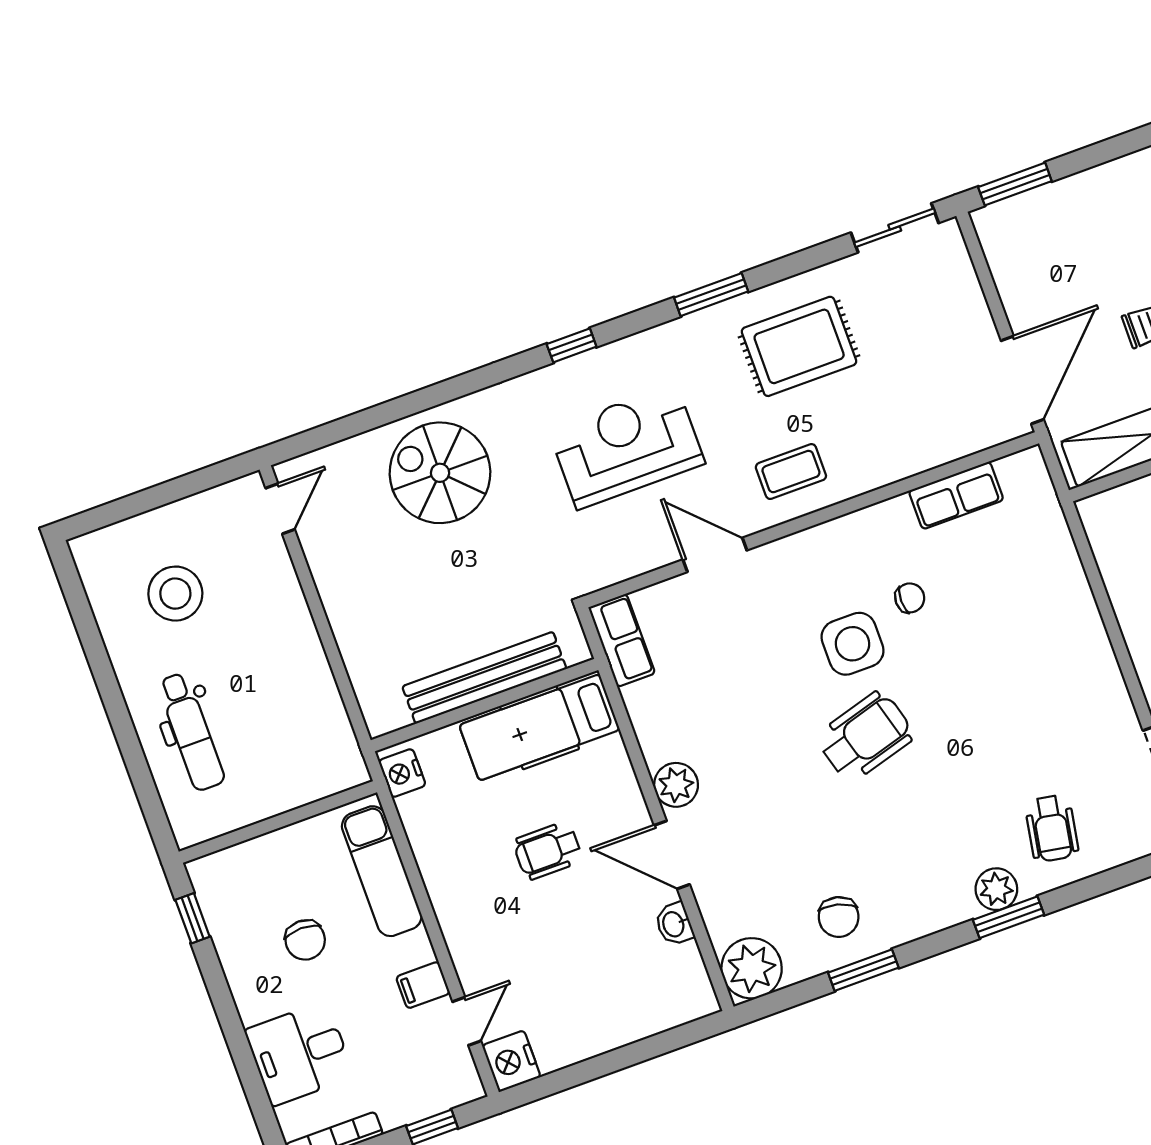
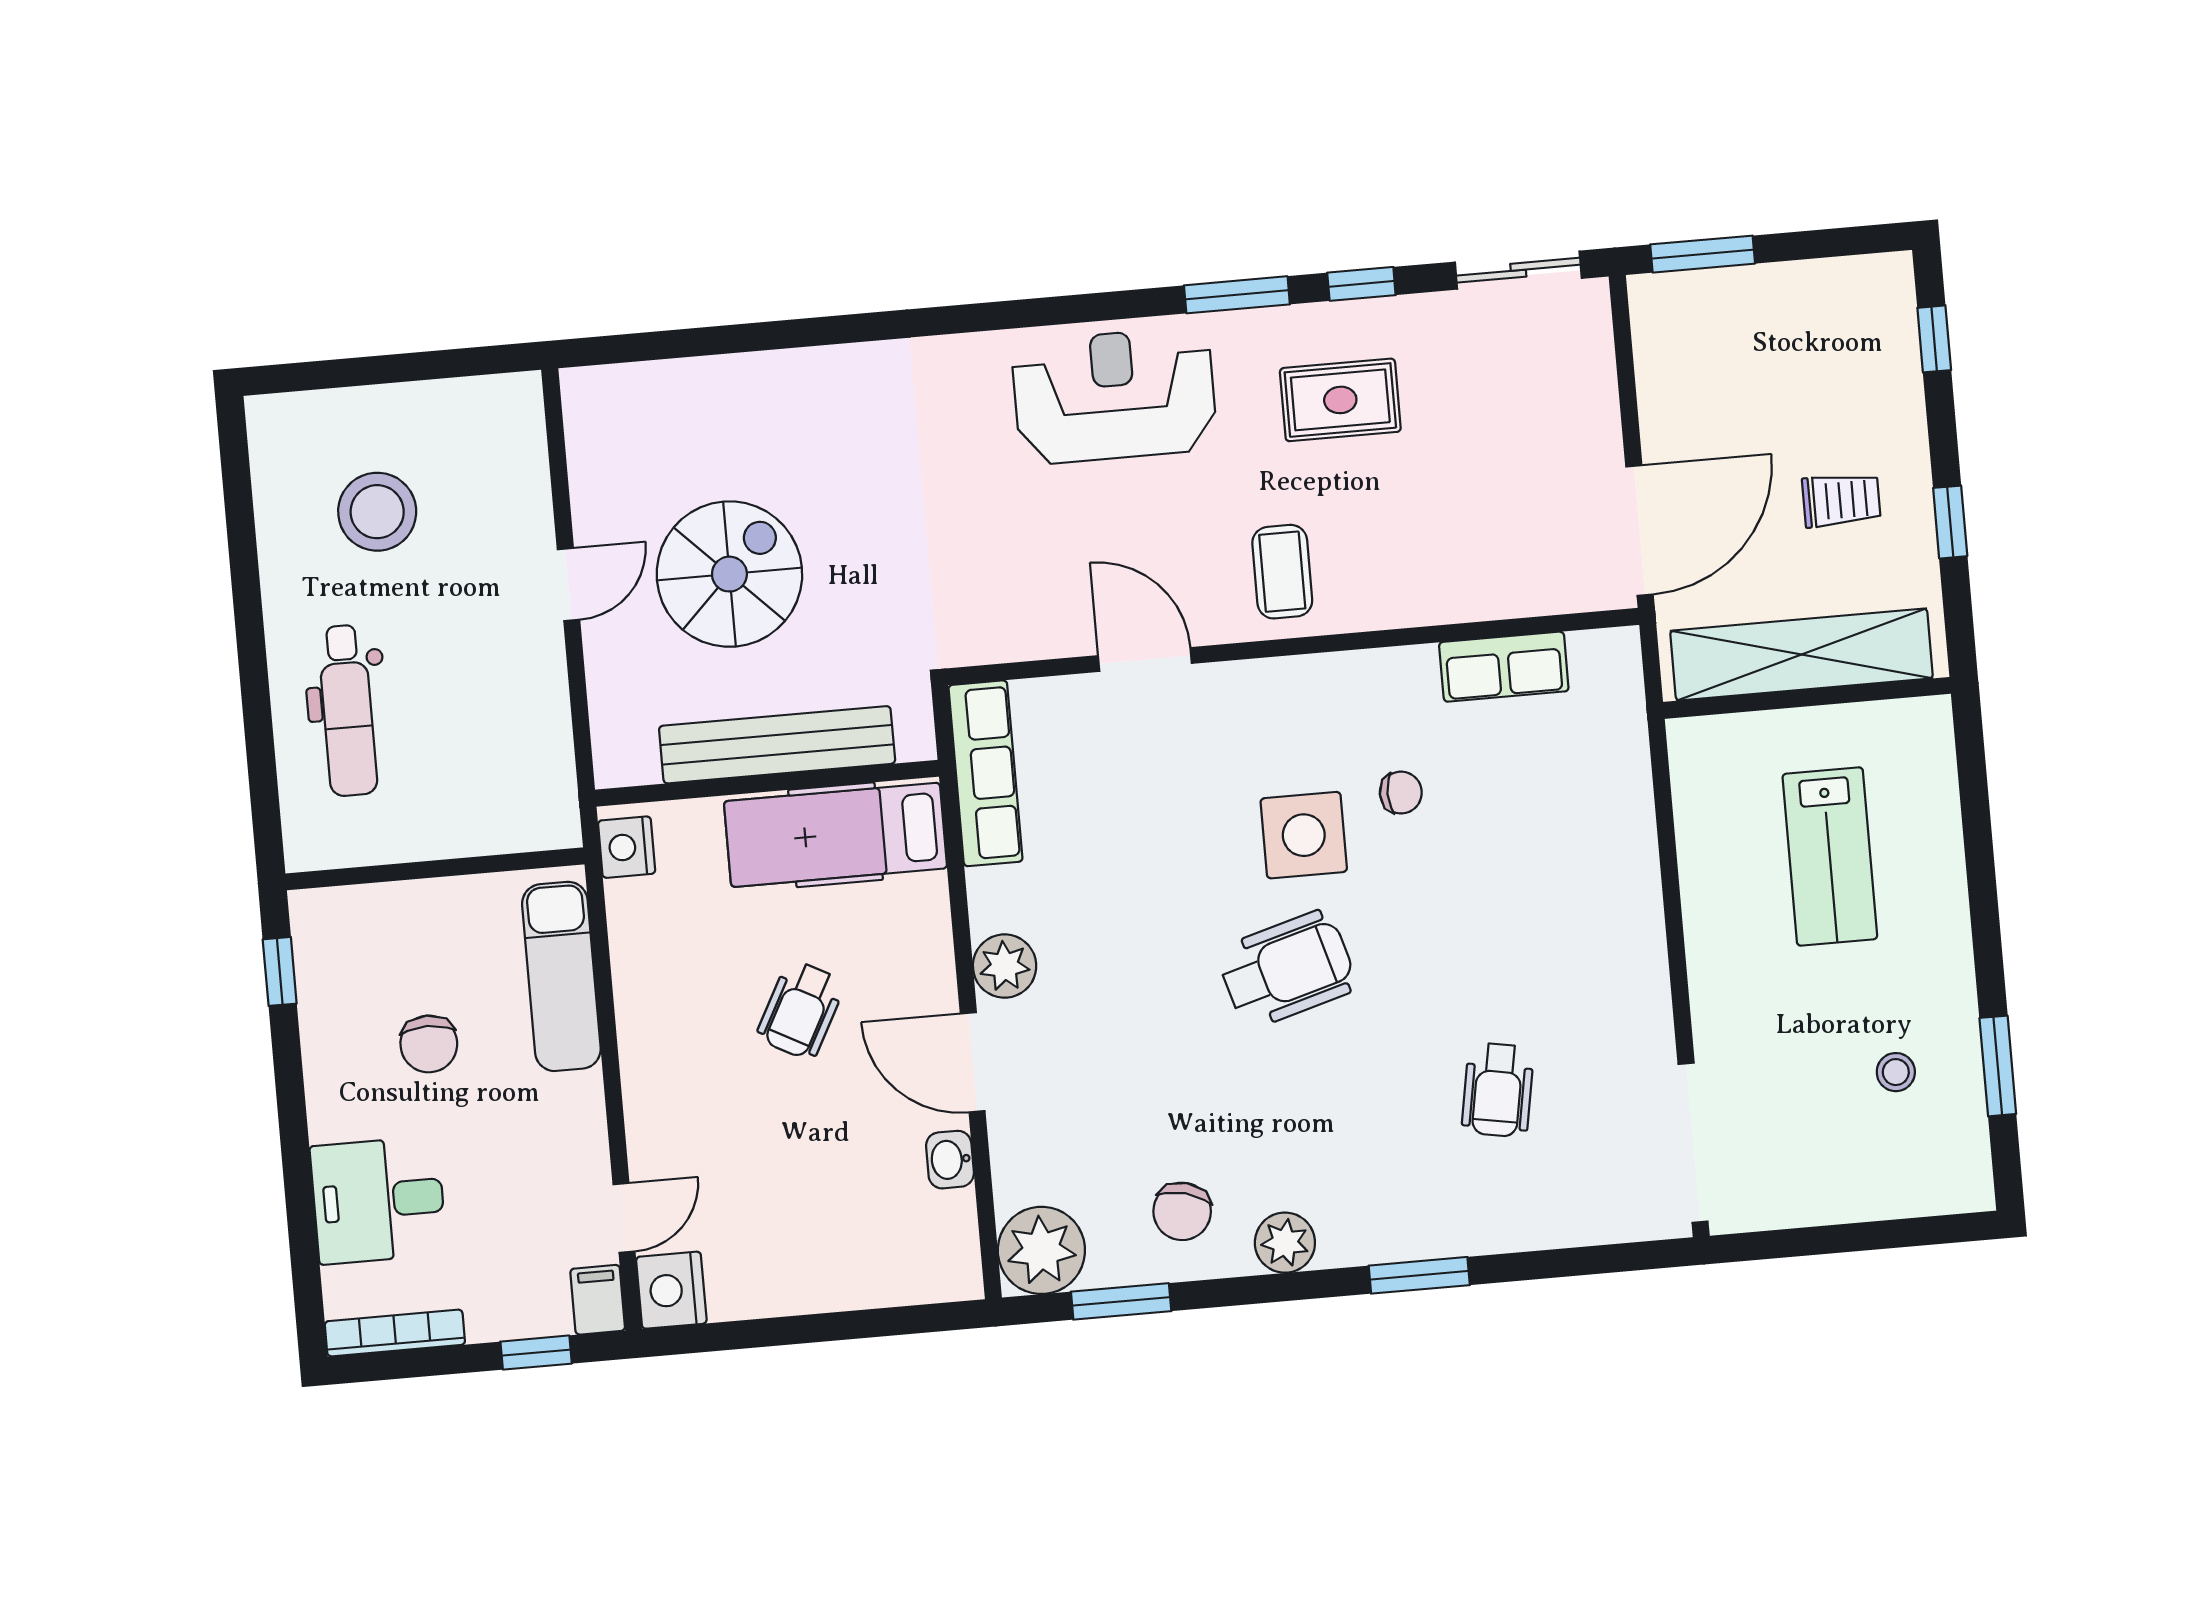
window: (572, 345) -> (1361, 284), moved
rug: (799, 346) -> (1340, 400), width x0.73, depth x0.70
reception desk: (627, 447) -> (1114, 396), moved
coffee table: (791, 472) -> (1282, 572), turned 90
spiral stairs: (440, 473) -> (729, 574), moved, turned 90
door: (280, 509) -> (569, 585), moved
row of seats: (622, 640) -> (985, 773), width x1.48
wheelchair: (1052, 828) -> (1498, 1090), moved
wheelchair: (548, 851) -> (801, 1010), turned -62
plant: (996, 889) -> (1285, 1243), moved
window: (863, 970) -> (1121, 1301), moved
filing cabinet: (423, 985) -> (598, 1300), moved, turned 90

